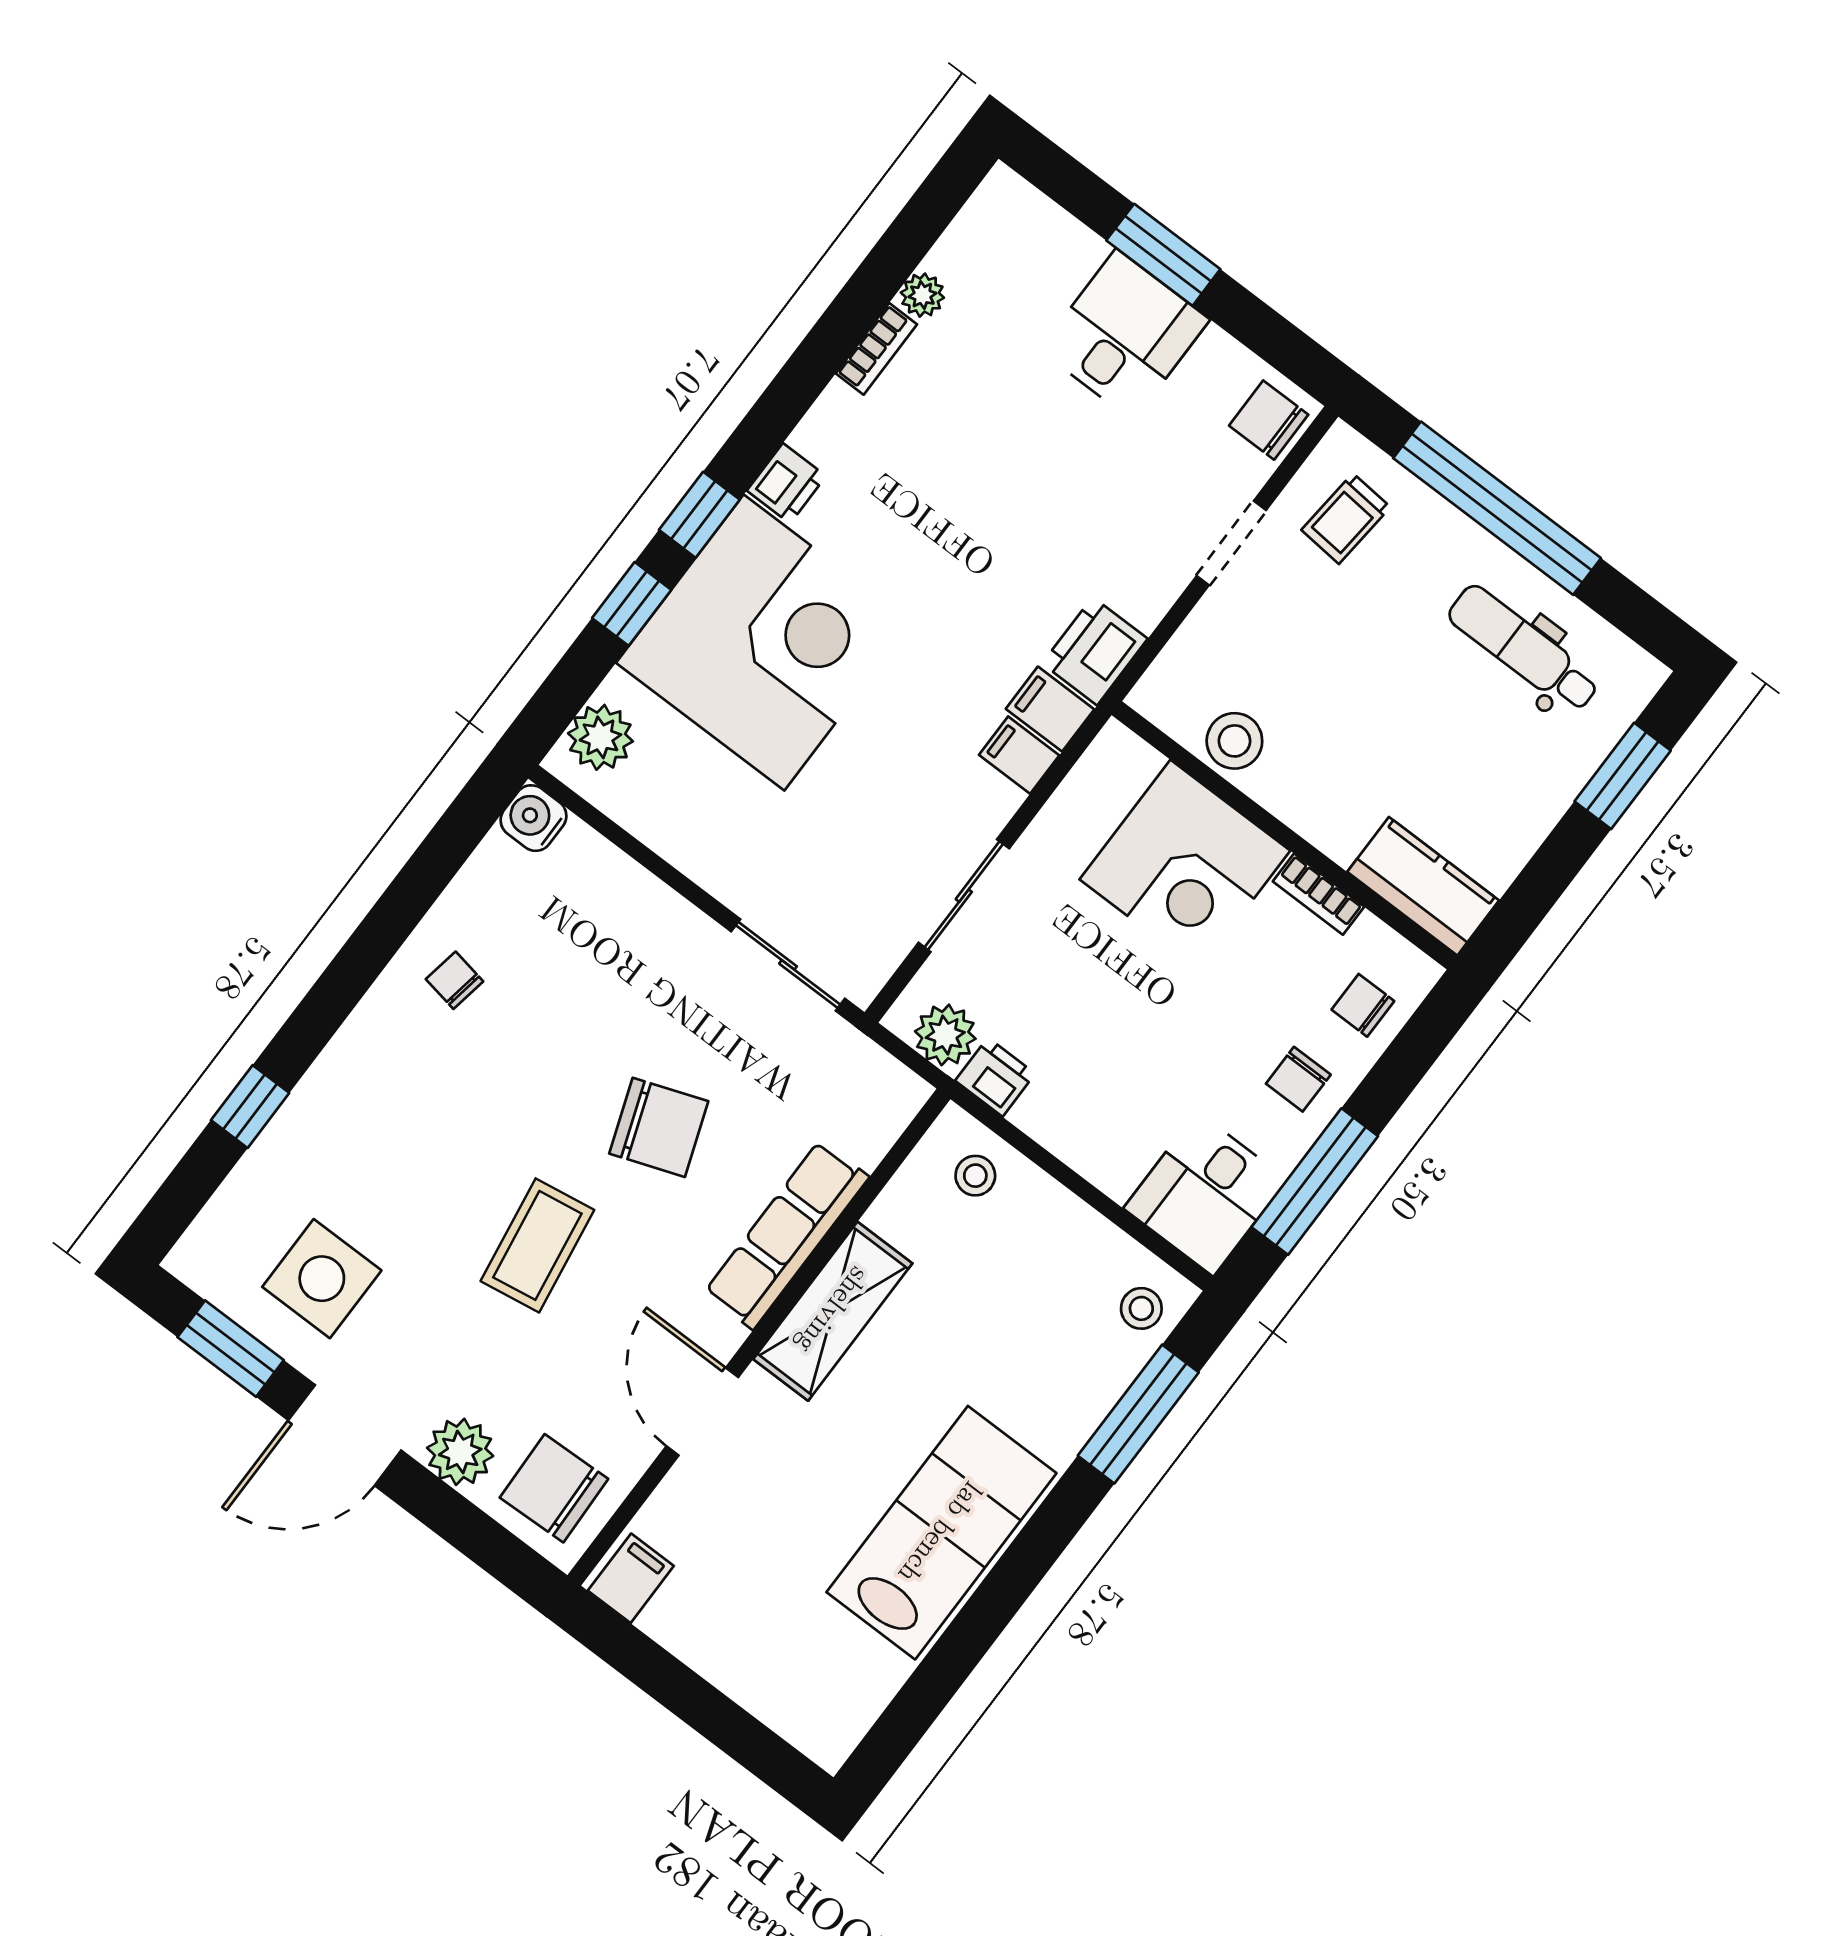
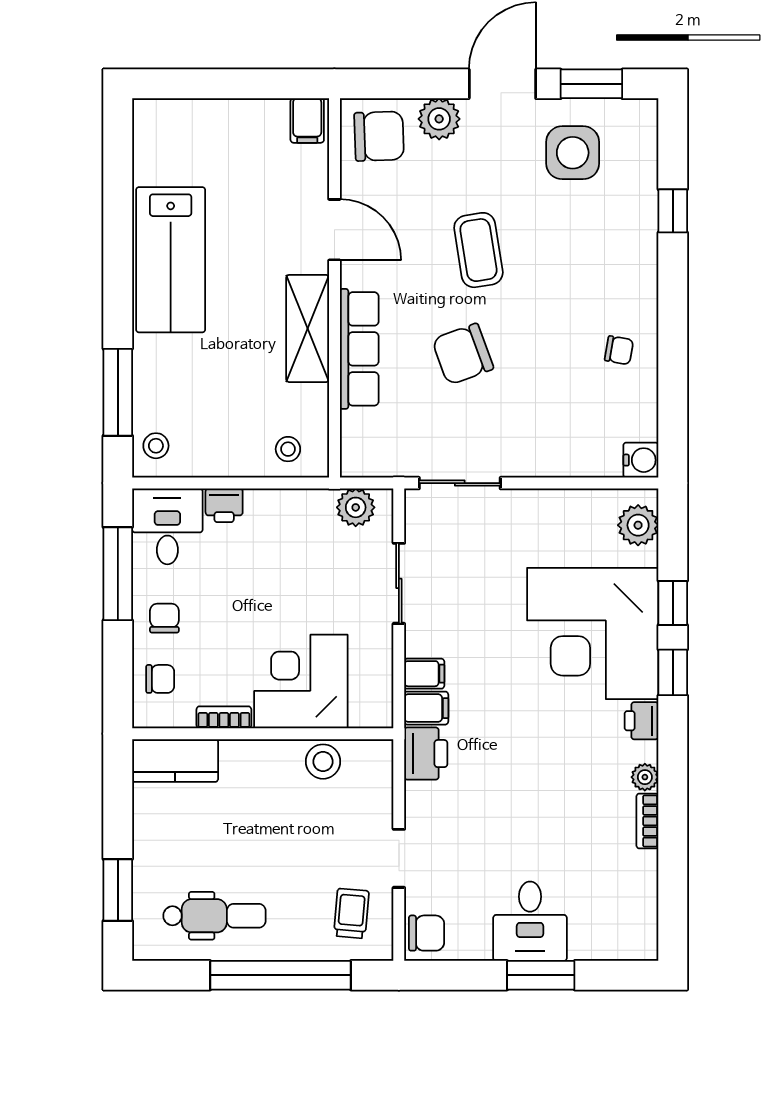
plant: (922, 295) -> (645, 777), moved
printer: (995, 1077) -> (224, 505), moved

